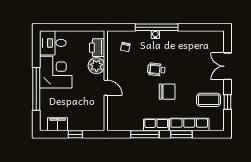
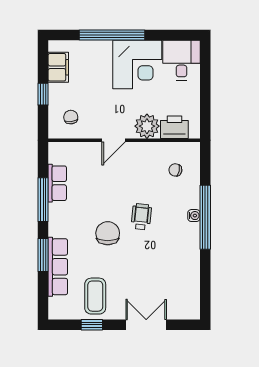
chair: (167, 92) -> (108, 233), turned 180
chair: (90, 116) -> (71, 117), added
row of seats: (156, 125) -> (57, 183), moved

